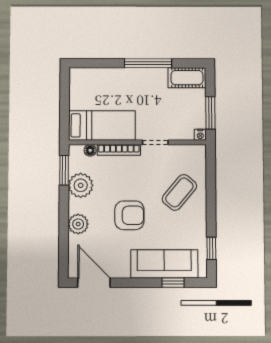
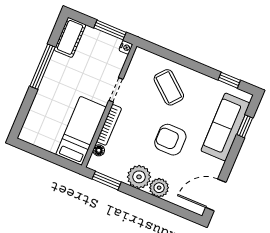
plant: (81, 185) -> (139, 177), moved
armchair: (129, 215) -> (170, 140), turned -90

